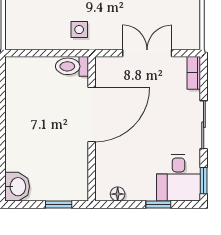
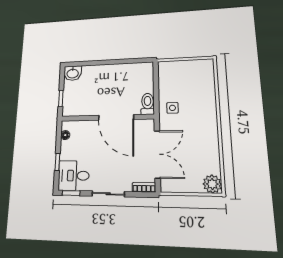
double door: (147, 53) -> (157, 154), width x1.37

